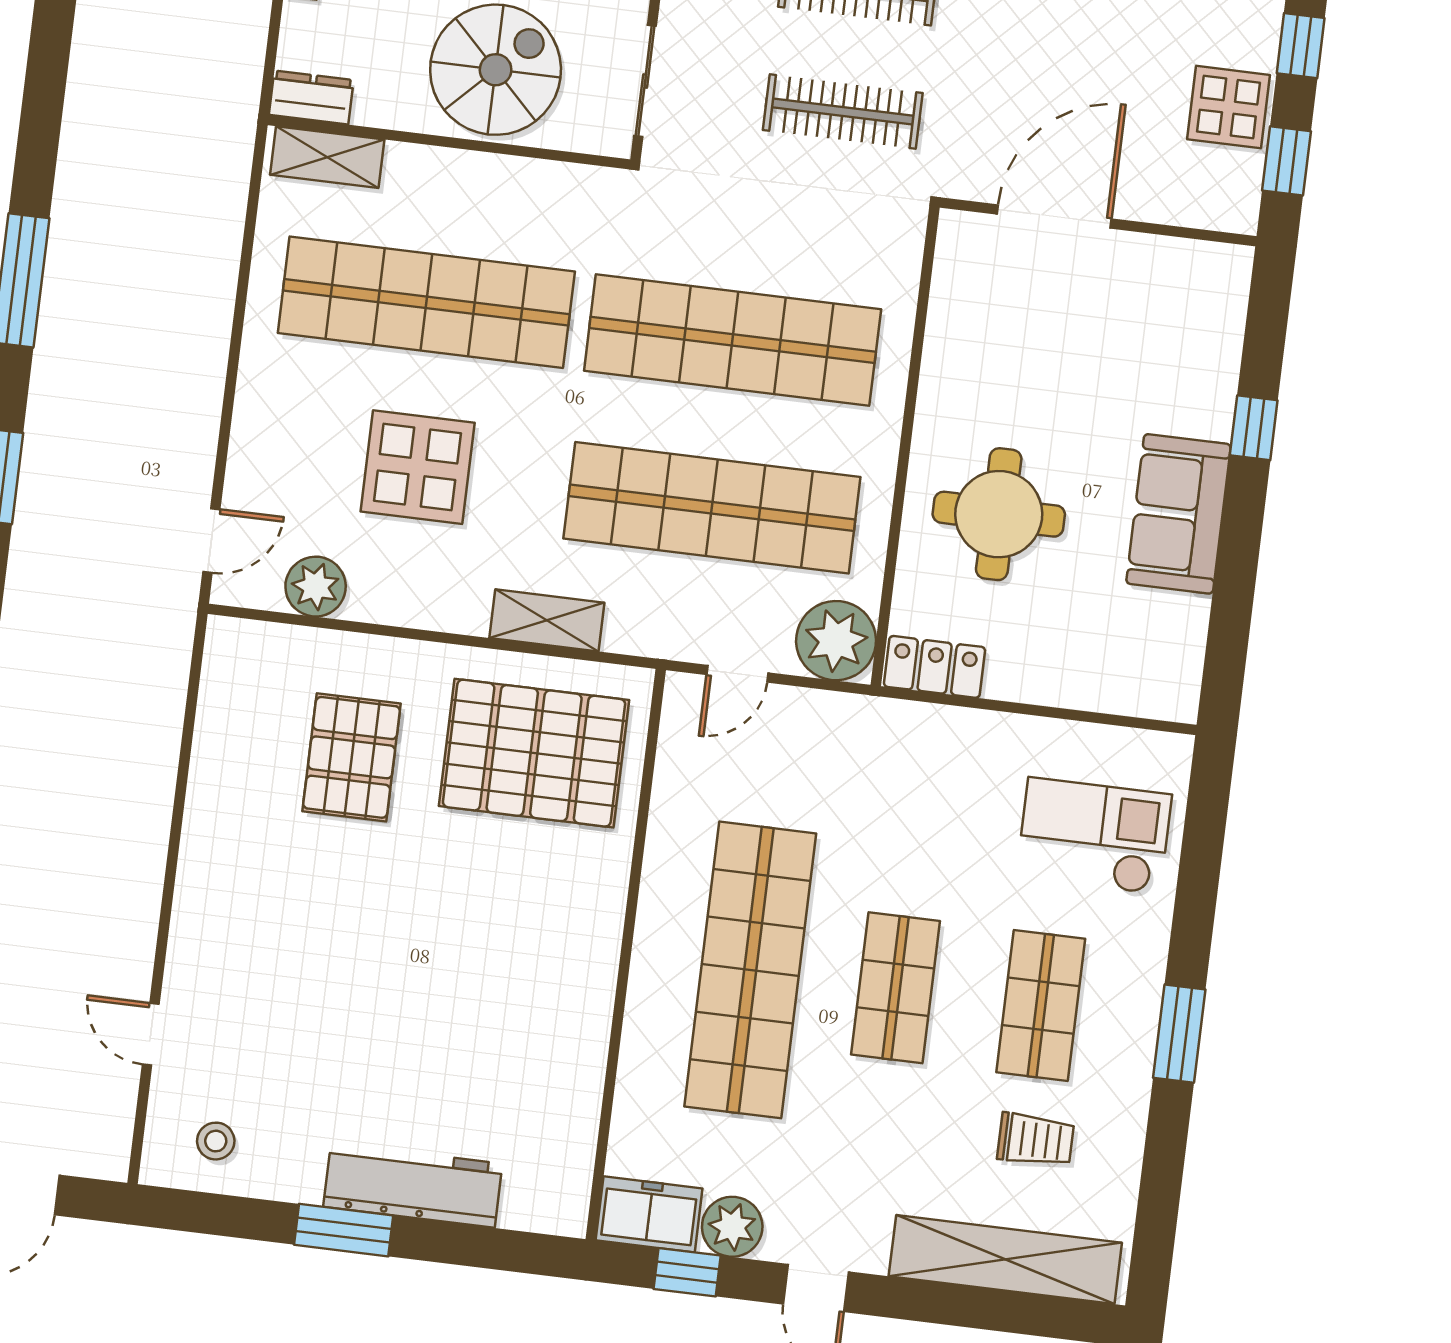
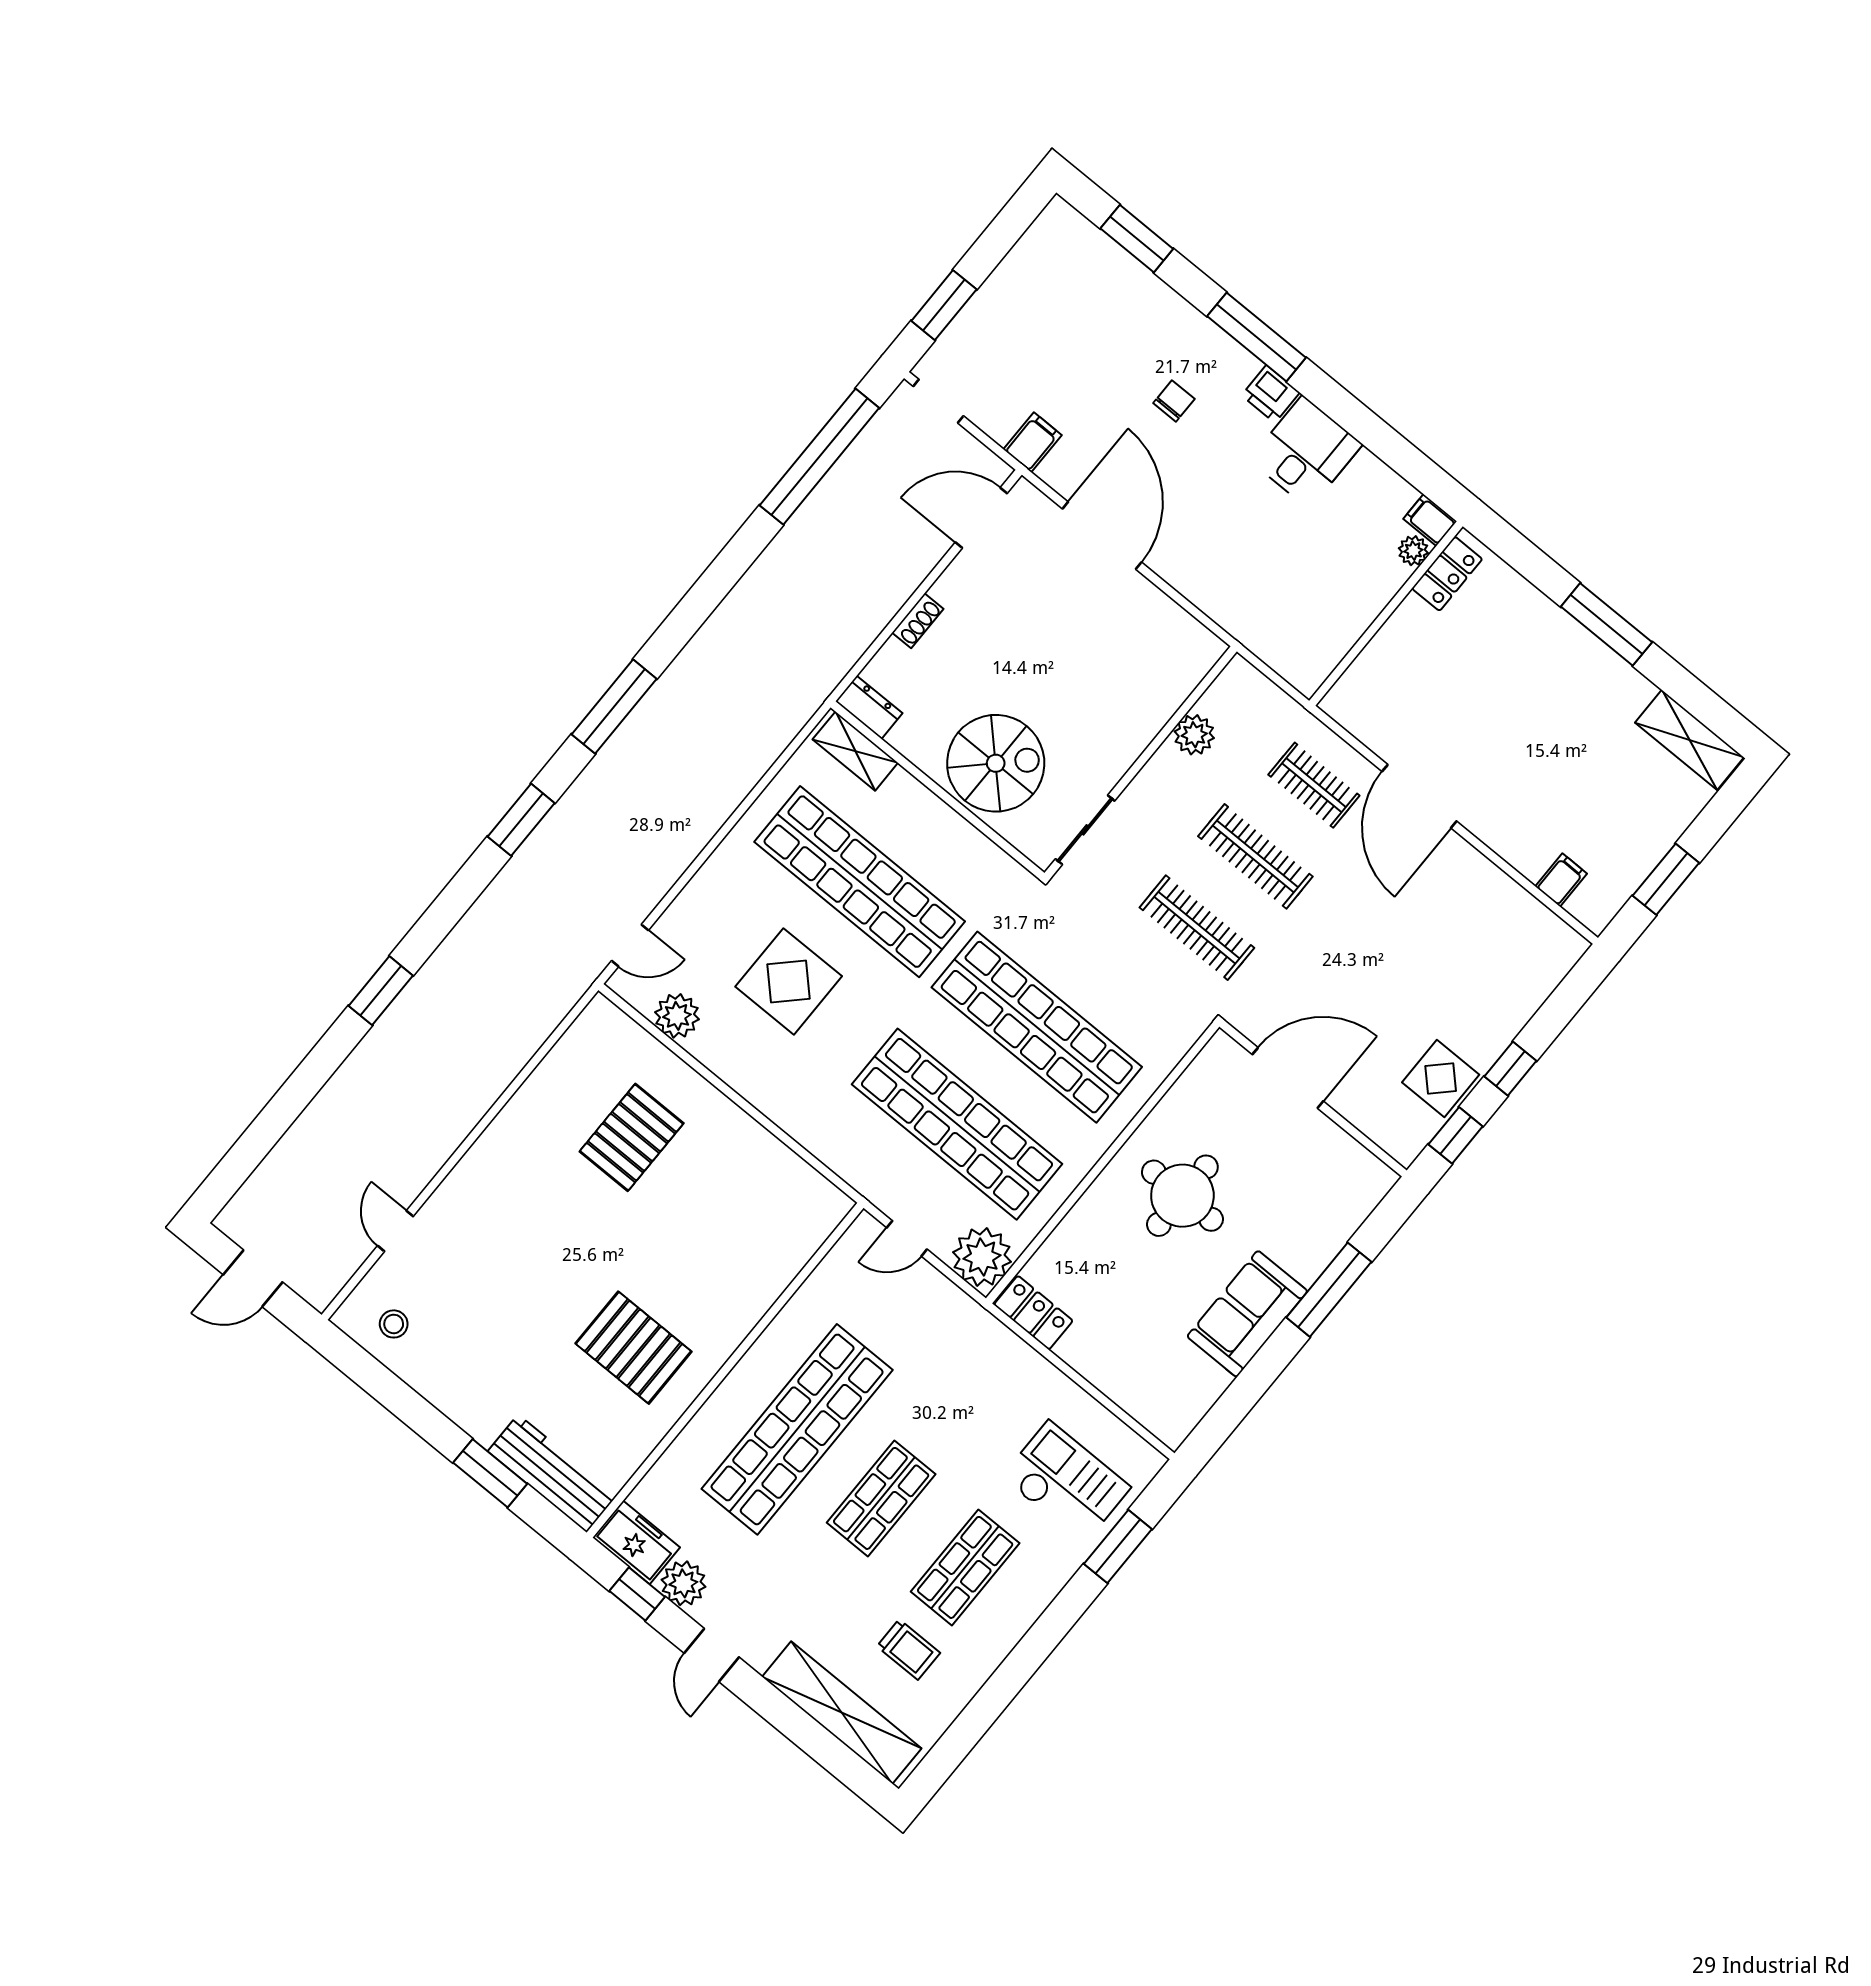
window: (1254, 428) -> (1329, 1290), width x2.17
round table: (999, 514) -> (1182, 1196), moved
shelving: (547, 620) -> (809, 1129), removed
pallet: (534, 753) -> (633, 1348), moved, width x0.73, depth x0.71
window: (1179, 1034) -> (1118, 1546), moved
workbench: (413, 1185) -> (552, 1473), moved
window: (344, 1230) -> (490, 1473), moved

